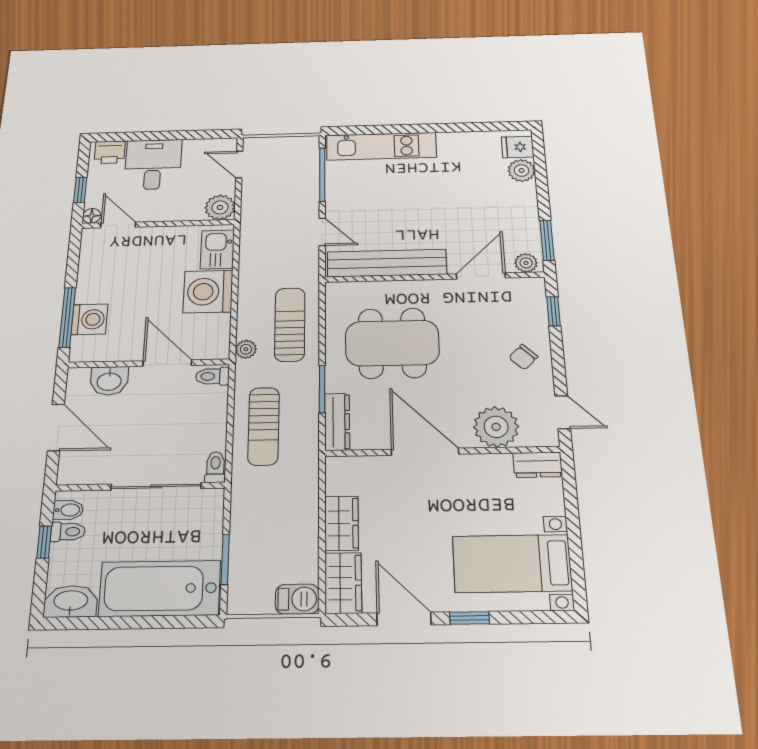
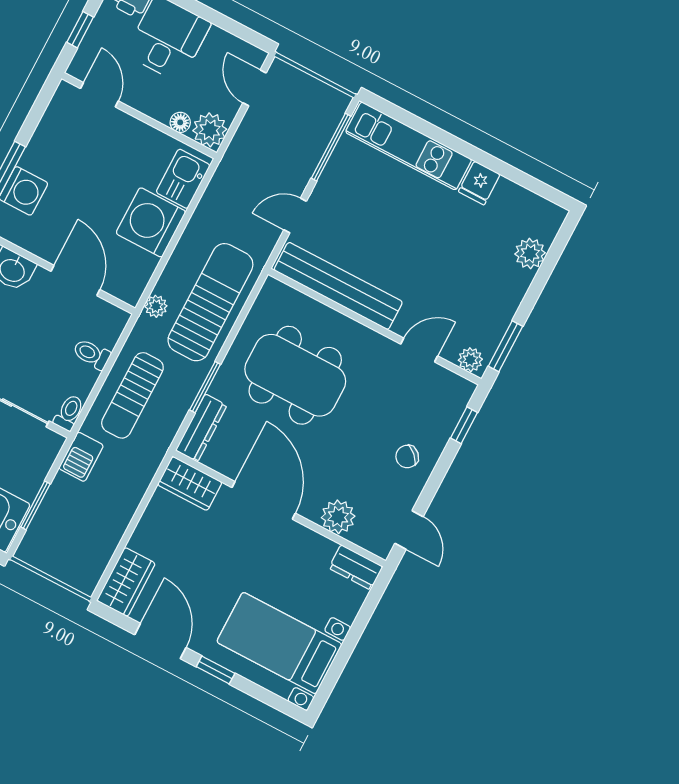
fridge: (518, 147) -> (479, 183), moved, turned -90
floor lamp: (92, 216) -> (180, 122), moved
door: (322, 232) -> (295, 215), swing flipped
door: (481, 276) -> (419, 350), width x0.73
sun lounger: (290, 324) -> (210, 302), width x1.36, depth x1.34
toilet: (212, 376) -> (92, 354), moved
plant: (496, 427) -> (338, 517), width x0.73, depth x0.73
wardrobe: (342, 523) -> (190, 483), moved, turned 90
barbecue: (297, 599) -> (81, 457), moved, turned 90

